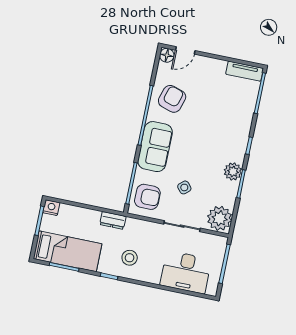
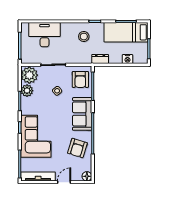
door: (185, 50) -> (64, 182), moved
tv unit: (245, 71) -> (38, 176), width x1.41
corner sofa: (228, 128) -> (36, 136), added
plant: (233, 171) -> (27, 91), moved
armchair: (147, 197) -> (80, 79), turned -90
nightstand: (51, 208) -> (127, 59), moved

